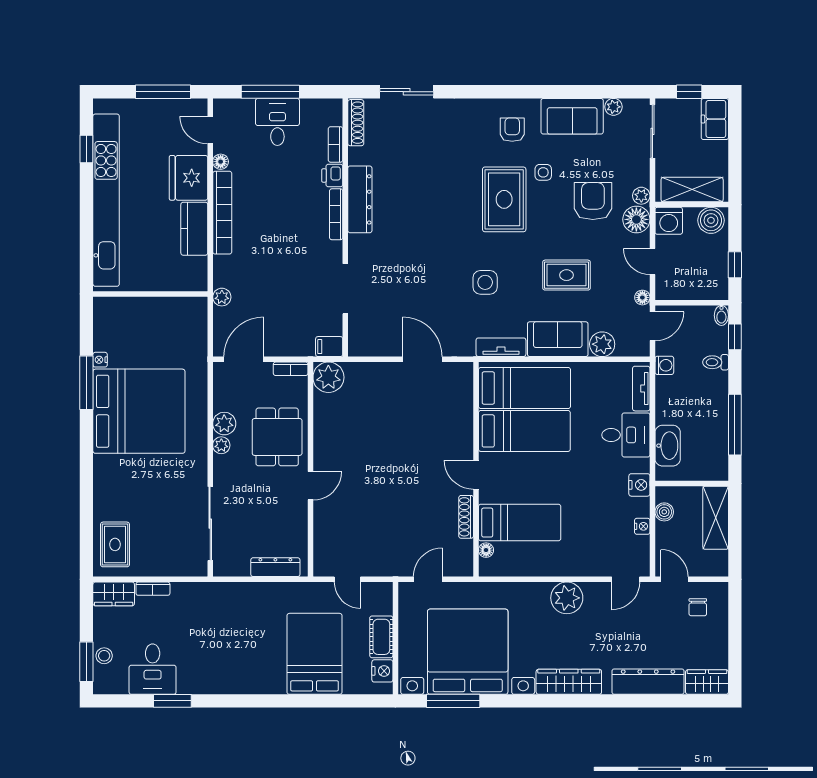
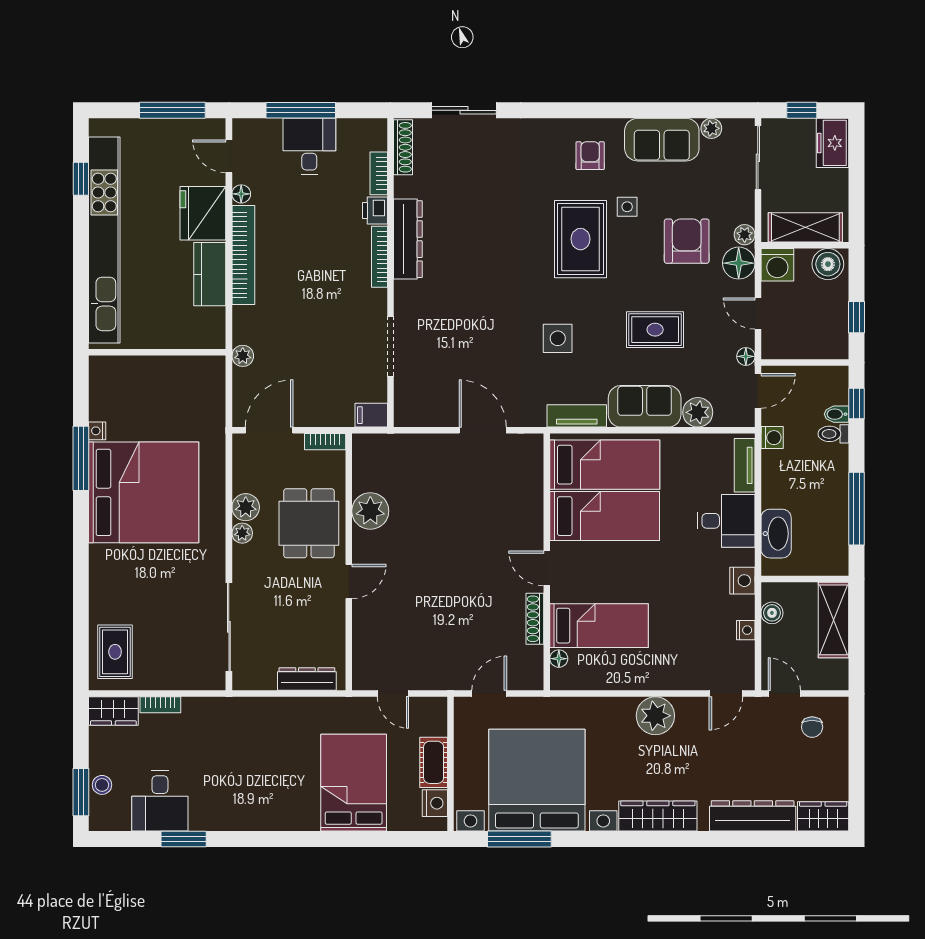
bidet: (721, 315) -> (836, 414), moved, turned 90
plant: (328, 377) -> (370, 511), moved

